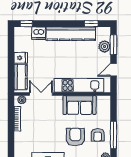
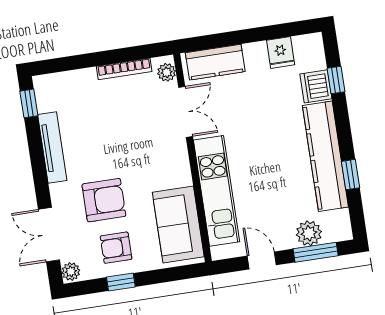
window: (26, 24) -> (336, 80), moved
window: (91, 24) -> (350, 175), moved
fridge: (21, 58) -> (281, 52), moved
sofa: (80, 105) -> (178, 225), moved
window: (114, 135) -> (121, 282), width x0.46

